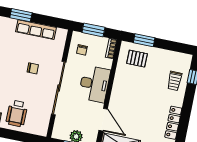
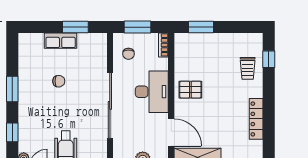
window: (21, 15) -> (75, 27), moved
row of seats: (36, 30) -> (61, 41), width x0.68
pallet: (137, 59) -> (190, 90), moved
chair: (33, 68) -> (59, 81), moved

